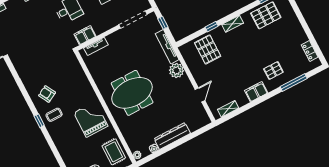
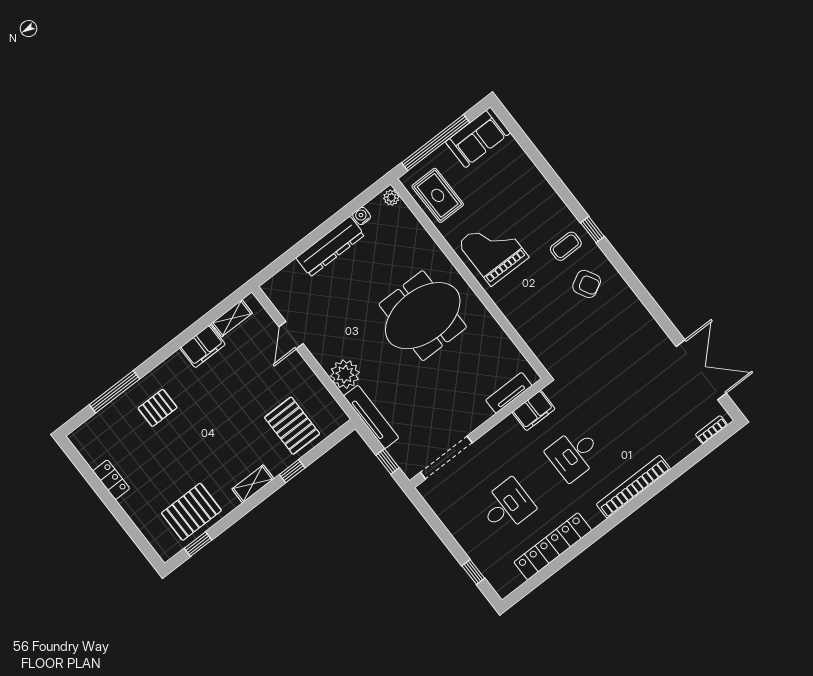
locker: (310, 51) -> (111, 480), moved
filing cabinet: (256, 92) -> (203, 346), moved
grand piano: (91, 119) -> (493, 250), turned 180

